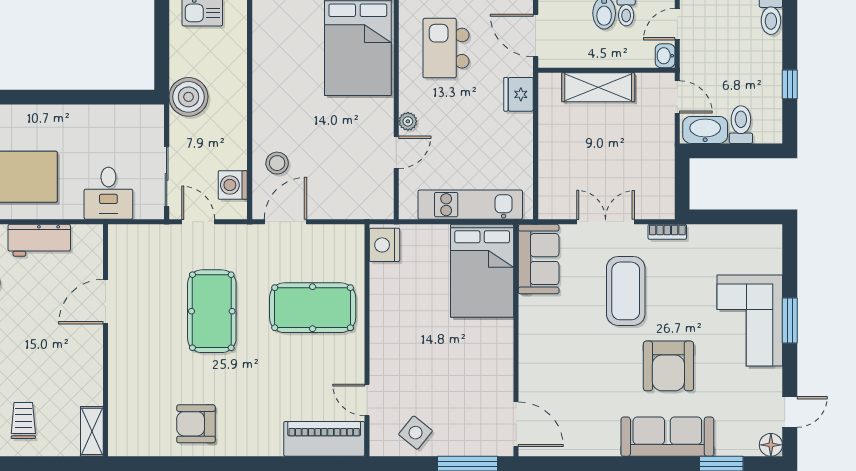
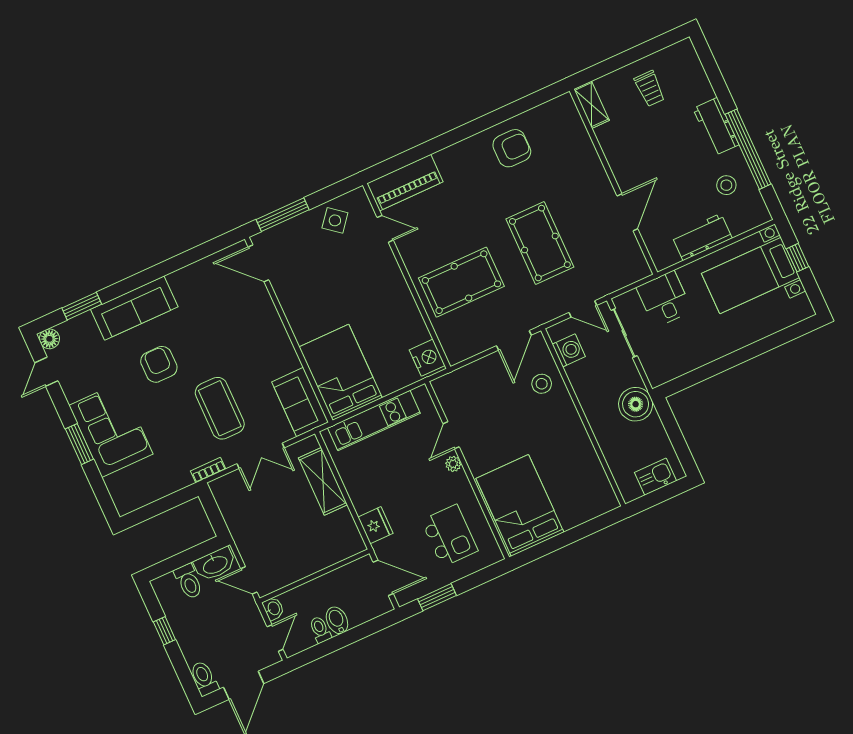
shelving: (598, 87) -> (323, 481), moved, turned 90
armchair: (668, 366) -> (159, 364), width x0.73, depth x0.73

